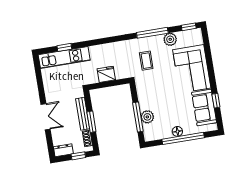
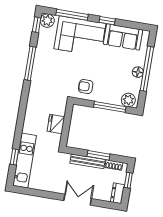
plant: (170, 39) -> (47, 21), moved
window: (208, 55) -> (72, 15), added
coffee table: (146, 61) -> (56, 79), removed
armchair: (149, 89) -> (86, 86), added
window: (216, 101) -> (107, 21), moved
plant: (147, 117) -> (128, 100), moved

